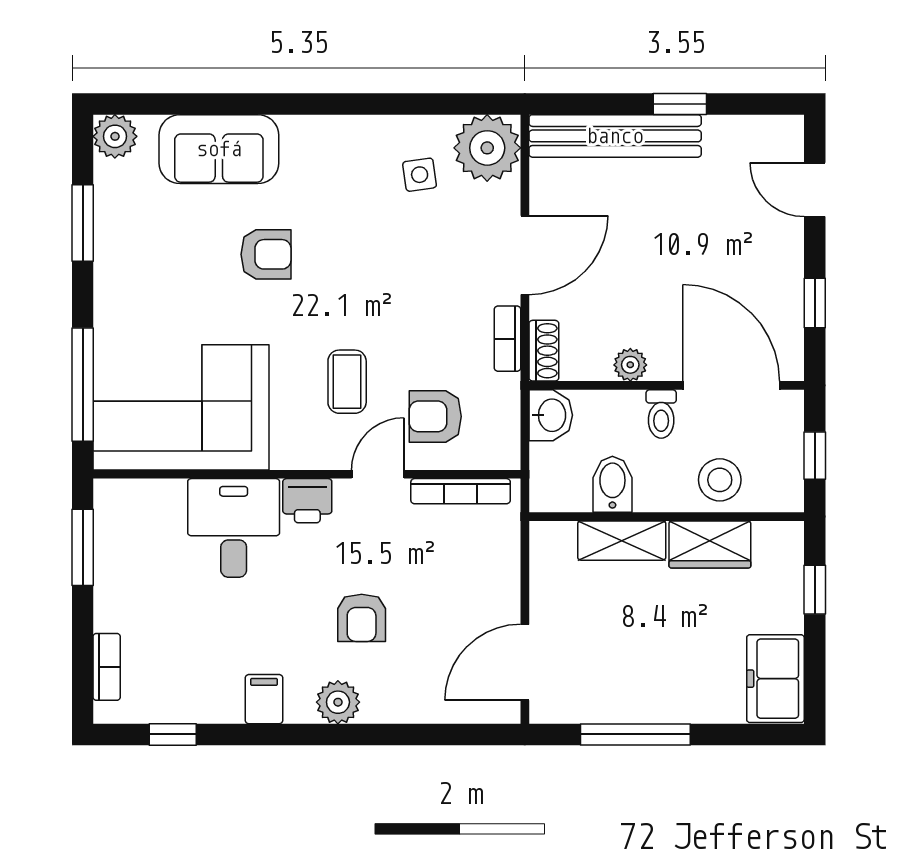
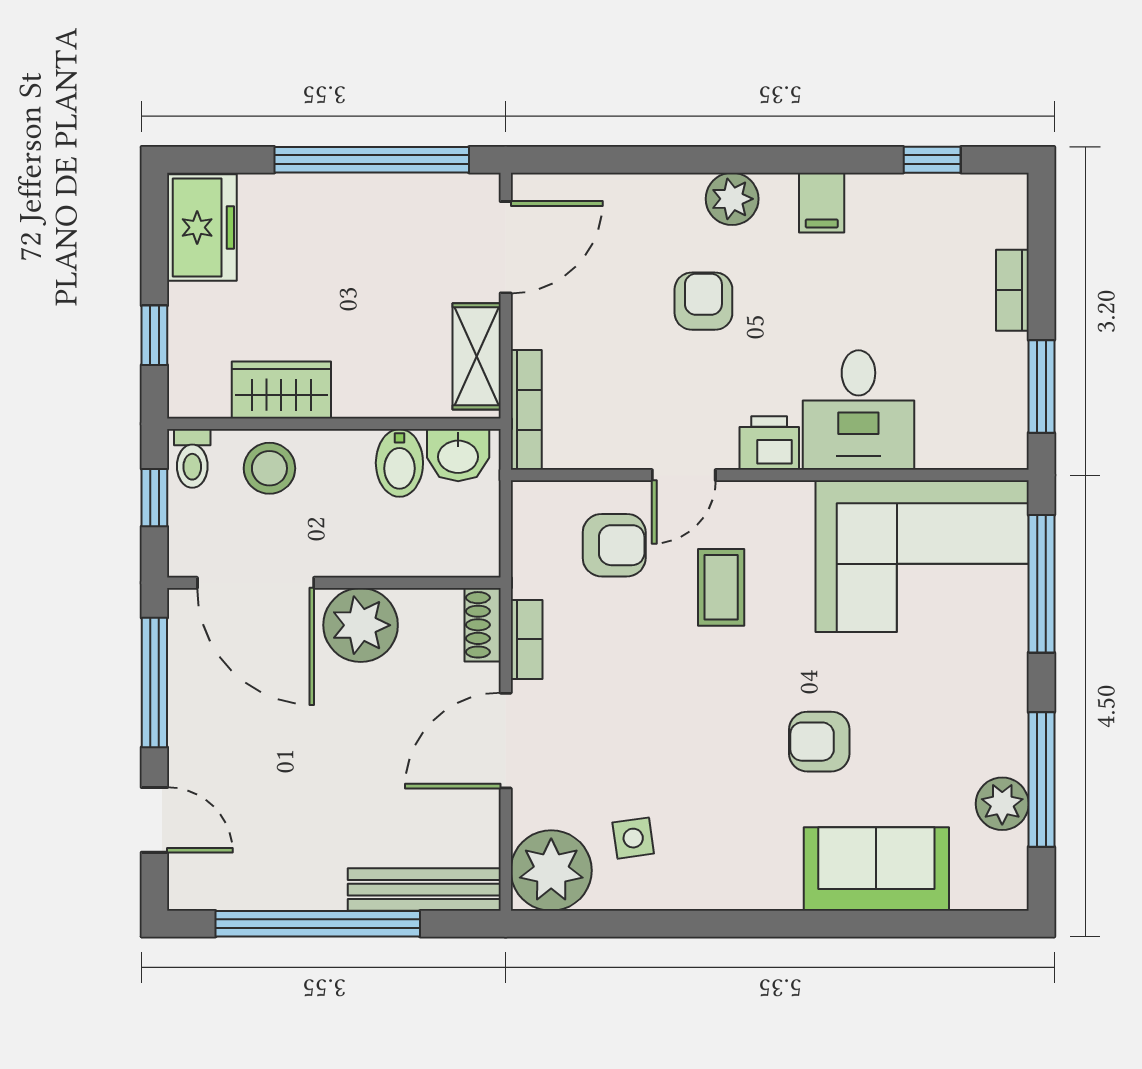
window: (680, 104) -> (318, 924), width x3.17
plant: (115, 136) -> (1002, 804), moved
bench: (615, 136) -> (424, 890), width x0.73, depth x0.82
window: (83, 223) -> (1041, 779), width x1.44
window: (815, 303) -> (154, 682), width x2.17
plant: (630, 365) -> (361, 625), width x1.88, depth x1.88
toilet: (661, 414) -> (192, 458), moved, turned 180
washbasin: (551, 415) -> (458, 455), moved, turned -90
bookcase: (461, 491) -> (526, 410), moved, turned 90
shelving: (622, 541) -> (477, 356), moved, turned 90
bookcase: (107, 667) -> (1012, 290), moved
window: (635, 734) -> (372, 160), width x1.46

